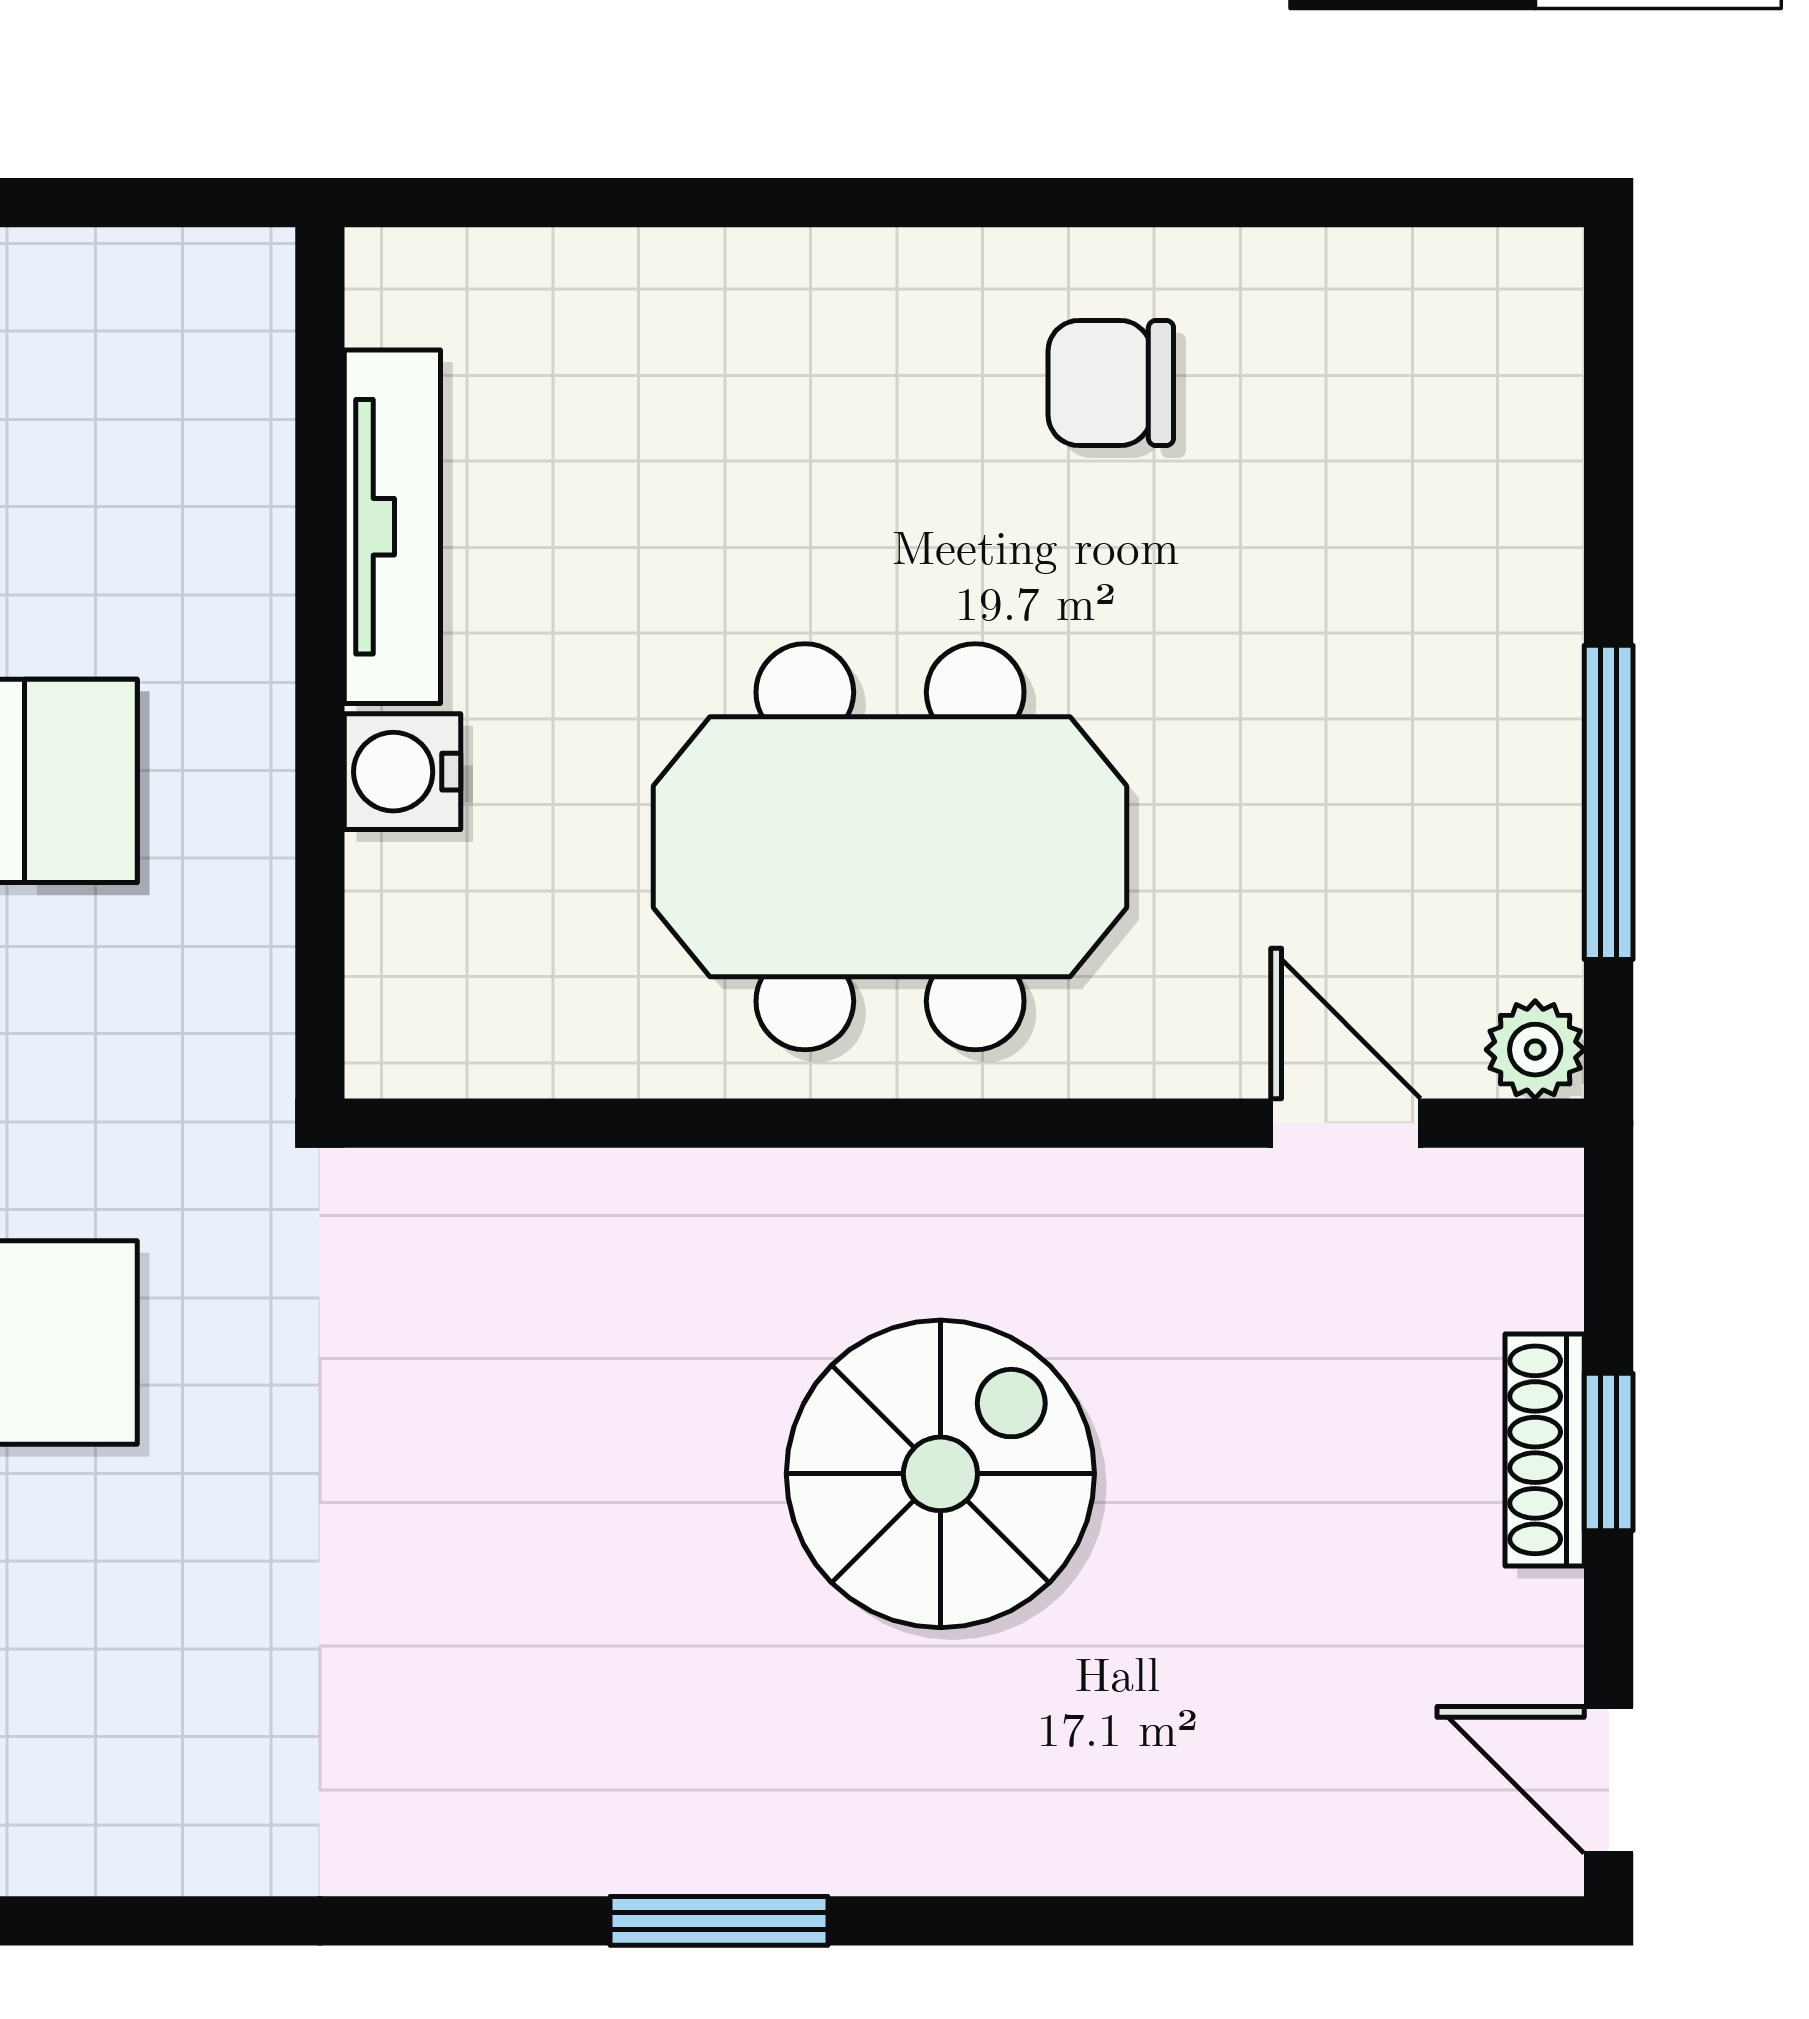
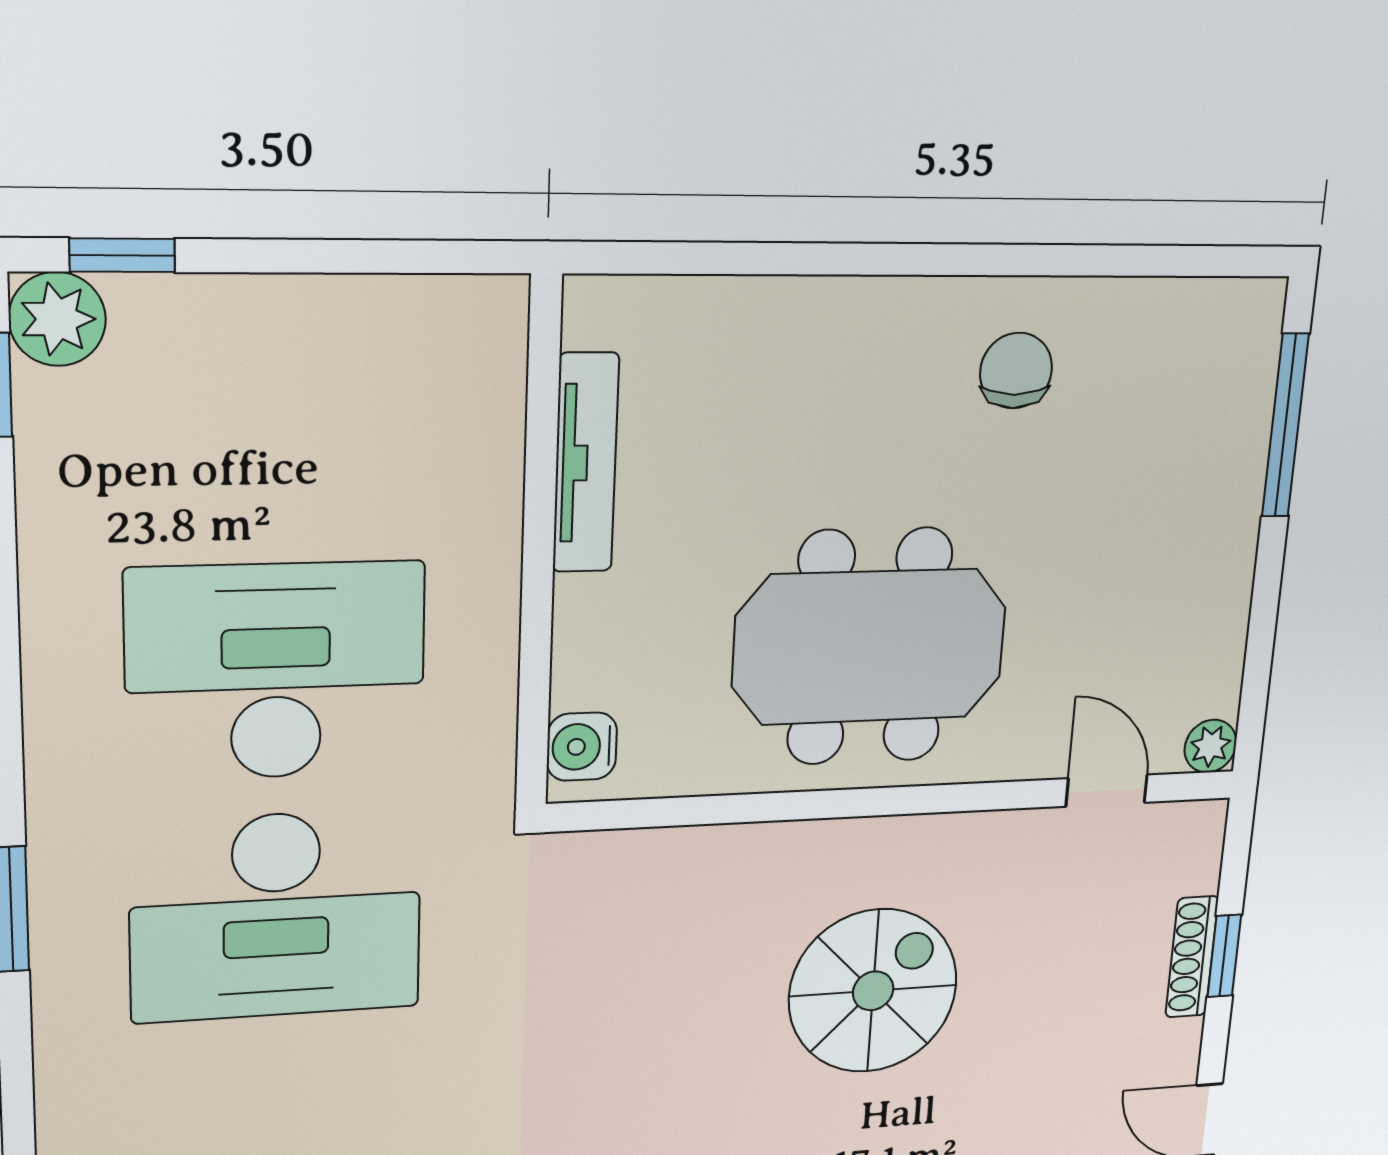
chair: (1111, 383) -> (1016, 371), turned 90
water cooler: (403, 772) -> (582, 747), moved
window: (1609, 802) -> (1285, 426), moved

